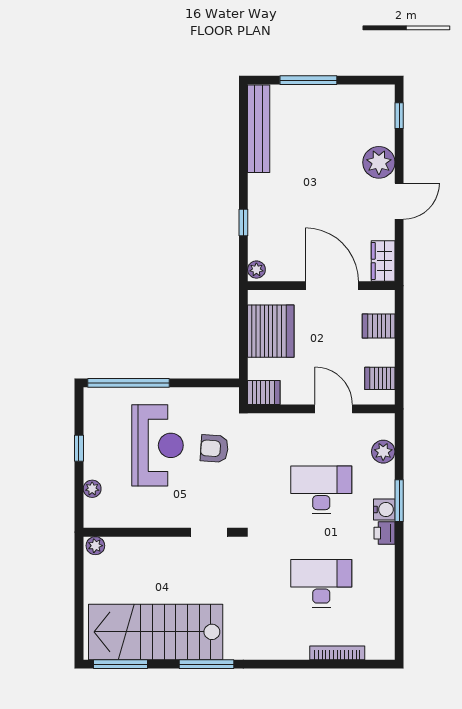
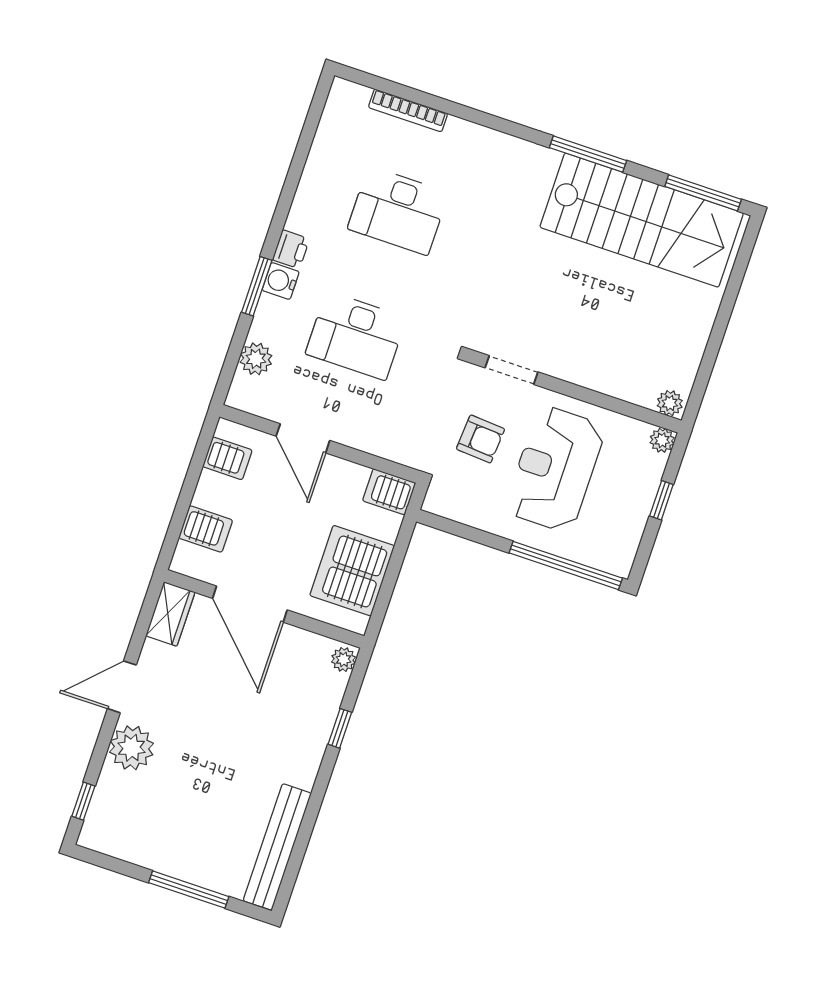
wall: (161, 532) -> (576, 392), moved
doorway: (209, 532) -> (512, 370), moved
plant: (95, 546) -> (670, 403), moved

